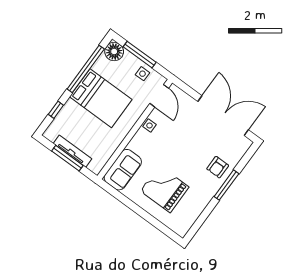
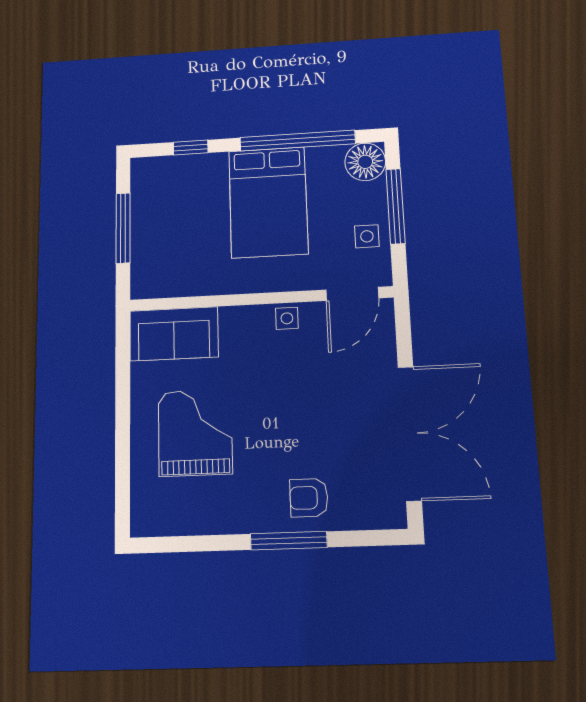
tv unit: (72, 151) -> (142, 227), removed

